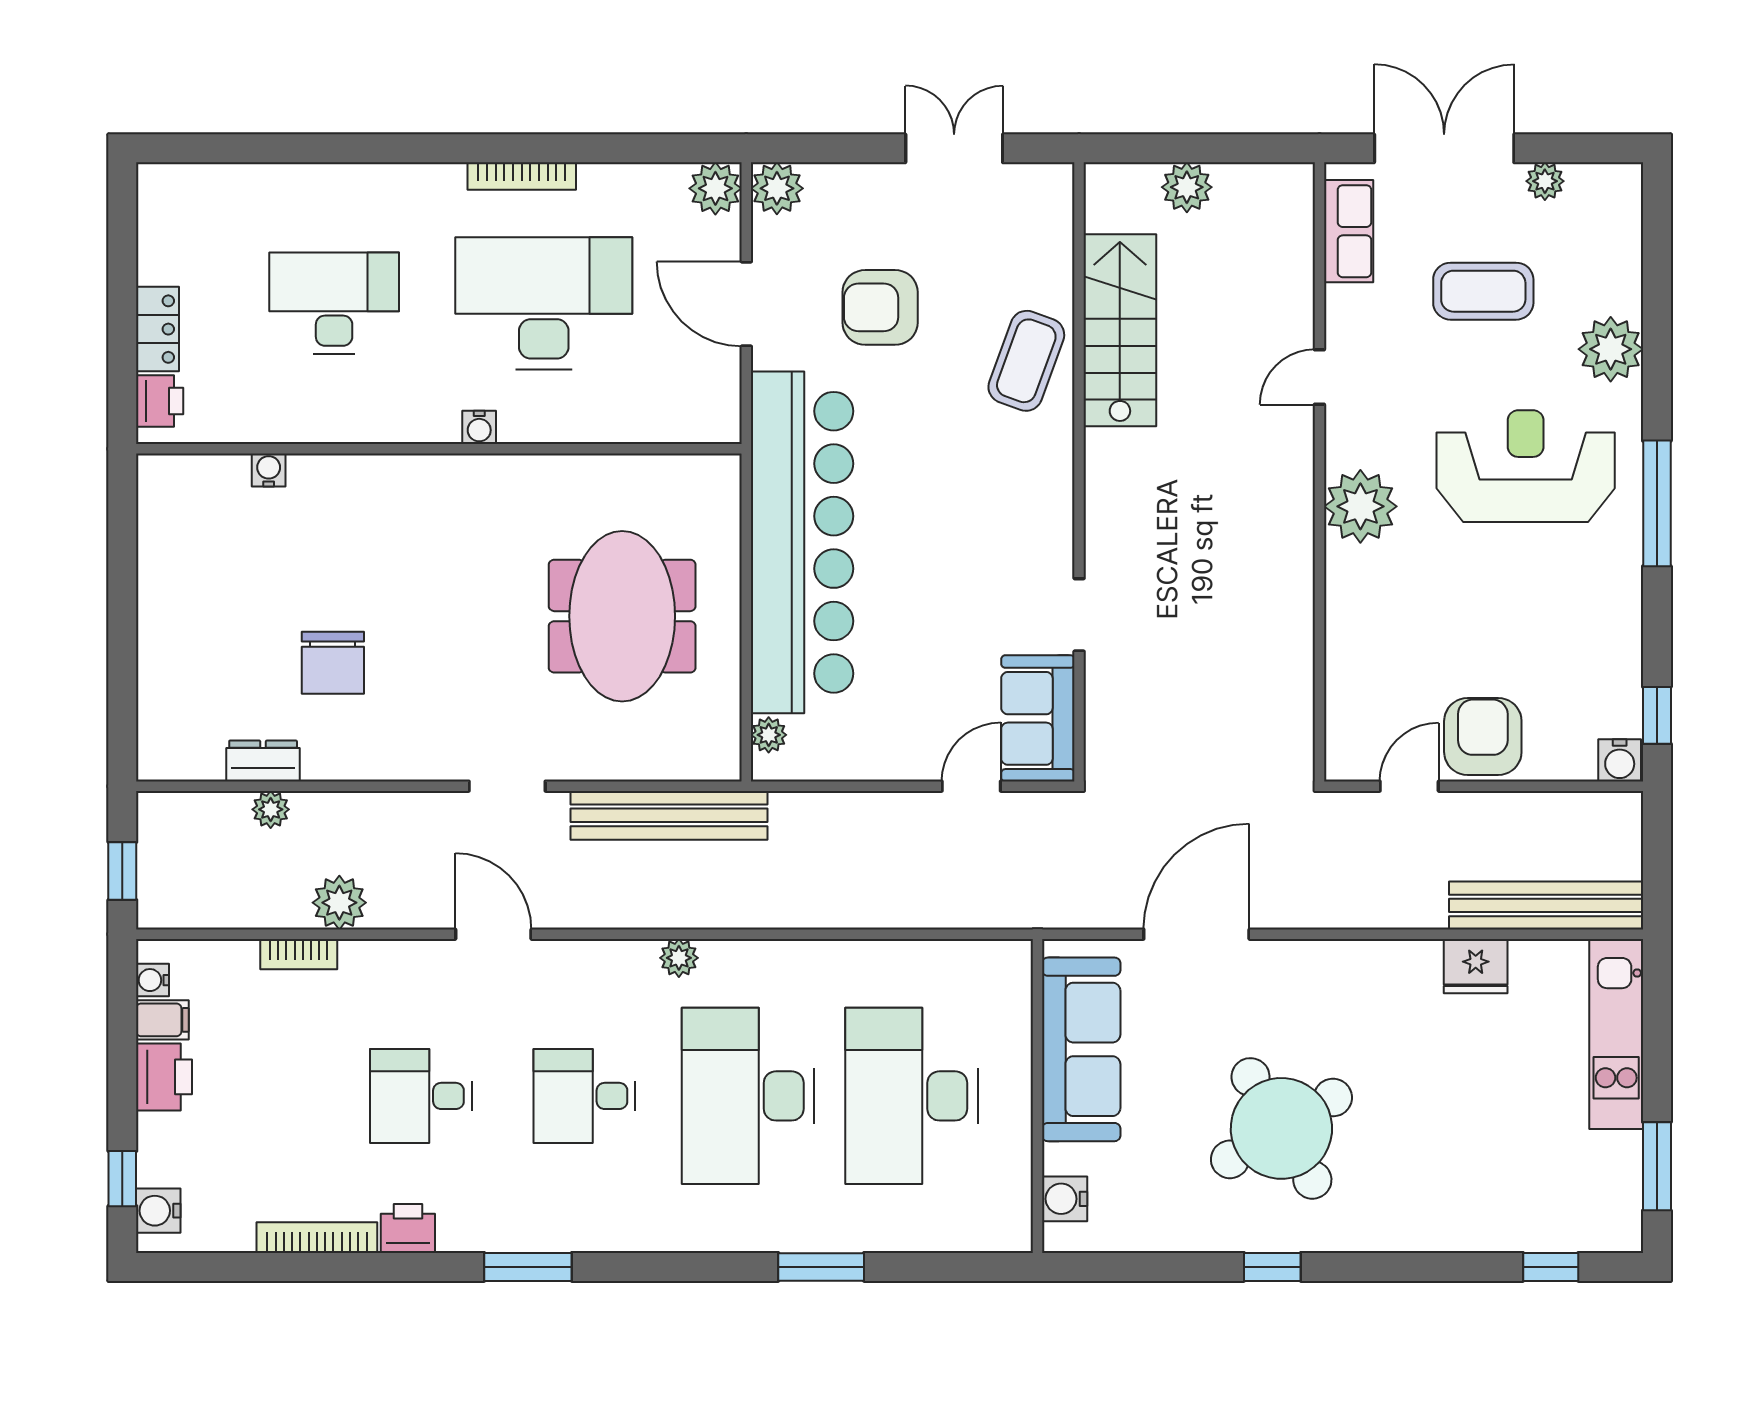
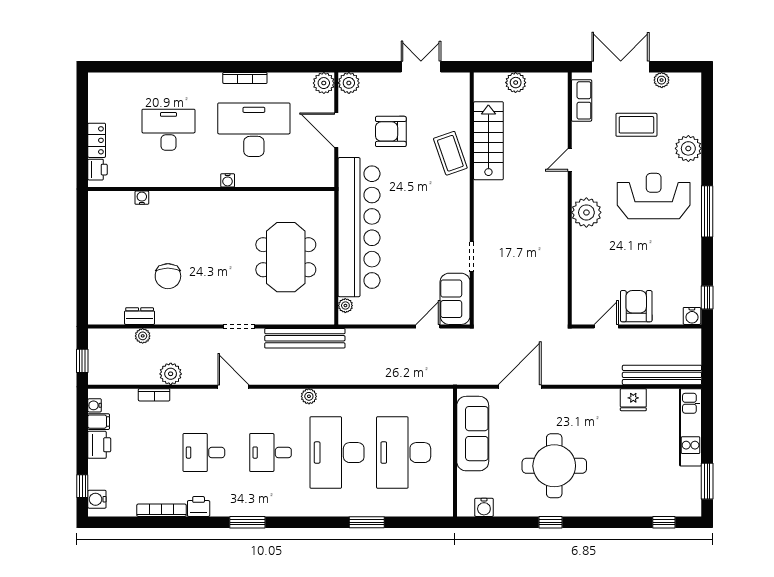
coffee table: (1026, 361) -> (450, 153), turned -39
round table: (1281, 1128) -> (554, 466), turned 31
water cooler: (1065, 1199) -> (484, 507), moved, turned -90

